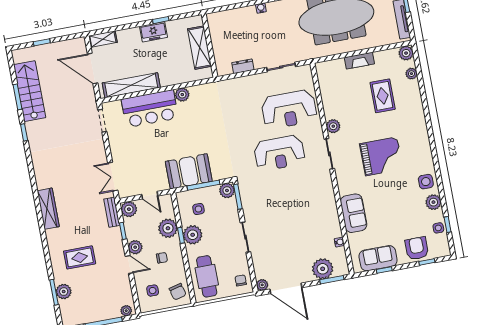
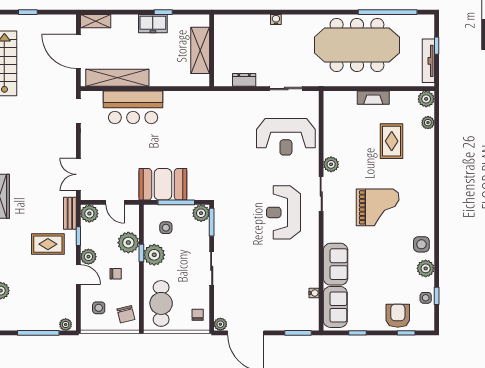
plant: (182, 95) -> (172, 99), removed
reception desk: (279, 153) -> (283, 212), moved, turned 90
rug: (80, 257) -> (48, 244), moved
sofa: (378, 258) -> (335, 307), moved, turned 90
plant: (323, 269) -> (290, 319), removed

